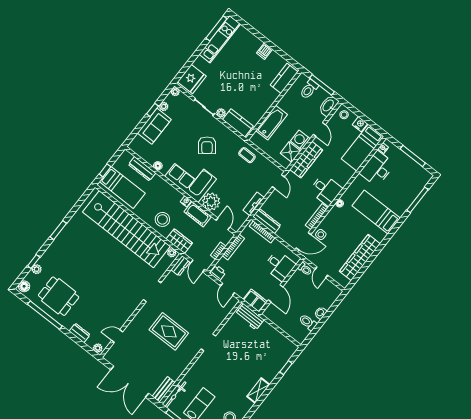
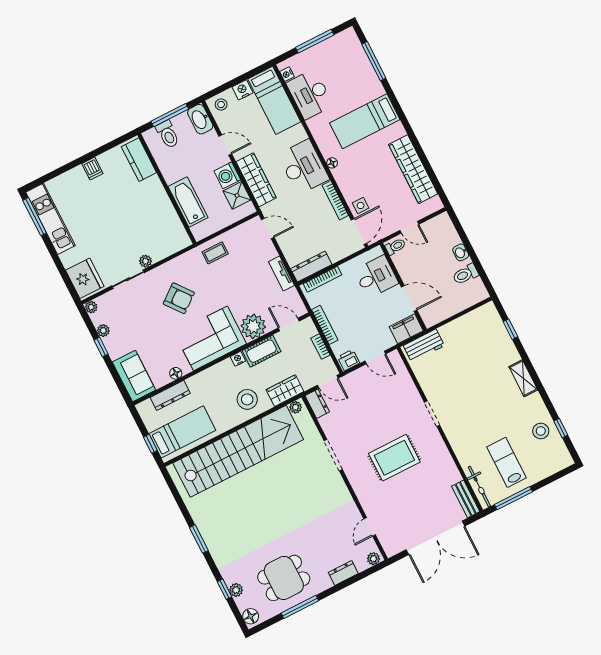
kitchen counter: (238, 123) -> (168, 245), removed
sofa: (154, 126) -> (134, 376), moved
desk: (326, 190) -> (304, 167), width x1.37
window: (45, 315) -> (300, 607), width x0.68

